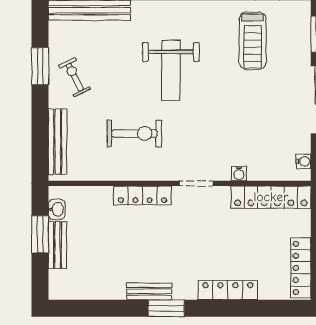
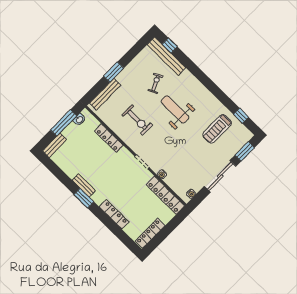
window: (40, 66) -> (114, 72), moved
weight bench: (171, 70) -> (175, 109), turned 90
exercise bike: (75, 77) -> (155, 83), moved
locker: (142, 195) -> (109, 138), moved
window: (40, 234) -> (64, 123), width x1.44
bench: (57, 245) -> (55, 145), moved

